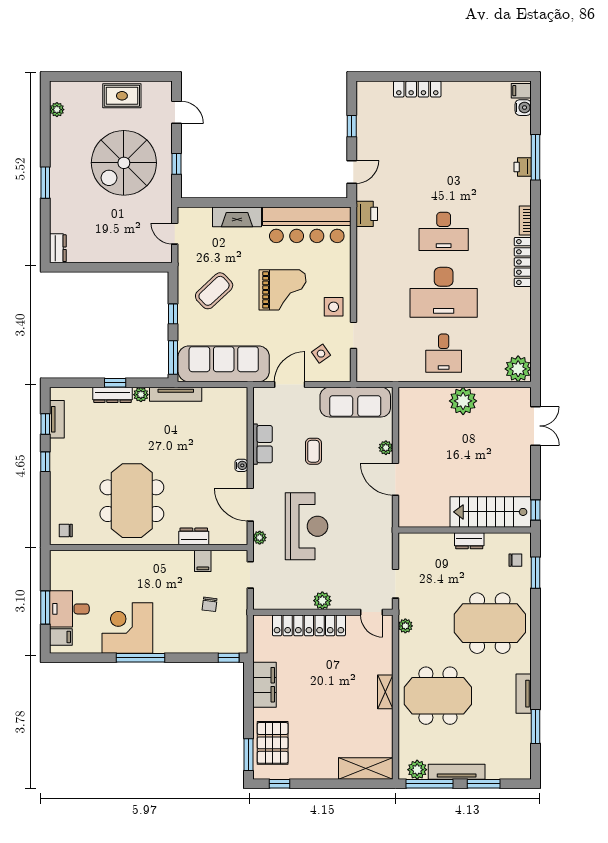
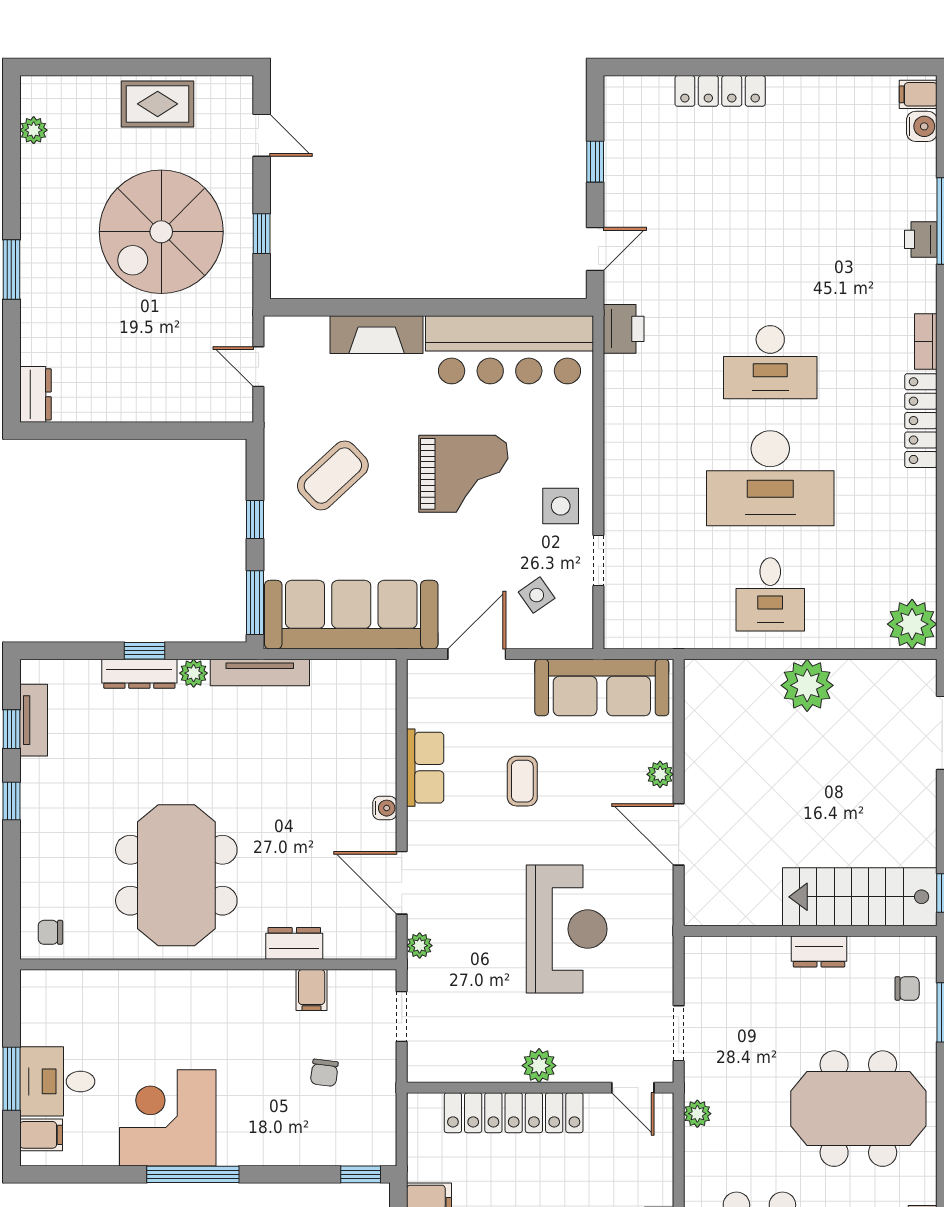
reception desk: (306, 526) -> (567, 929), moved

